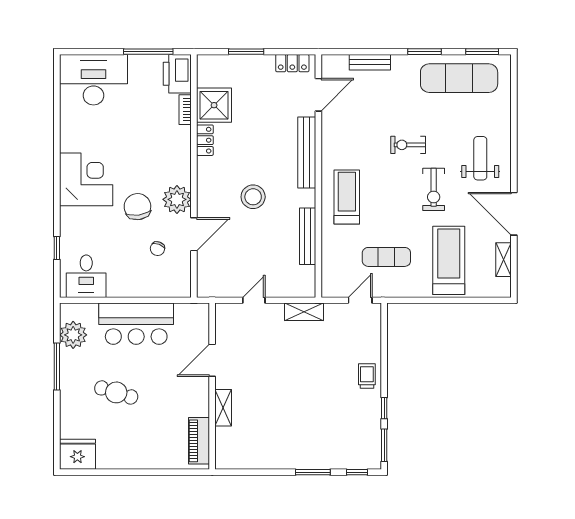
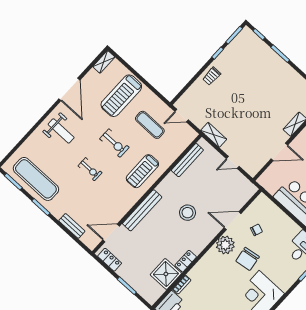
weight bench: (480, 158) -> (61, 131), turned -90
exercise bike: (434, 189) -> (114, 143), moved, turned 90
bench: (308, 236) -> (187, 160), moved
shelving: (504, 260) -> (104, 62), moved

